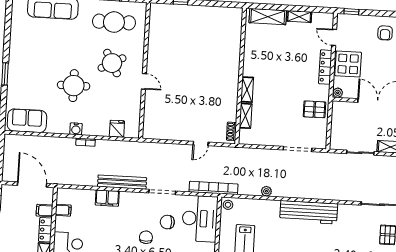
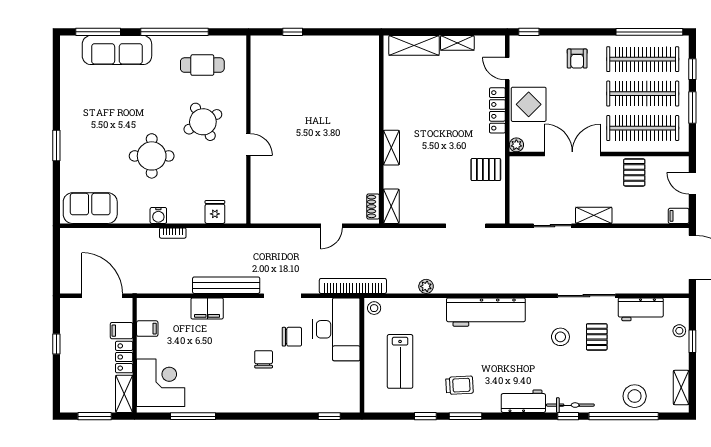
cafe table: (114, 22) -> (202, 65), width x0.73, depth x0.74
shelving: (246, 116) -> (391, 206), moved
chair: (167, 222) -> (292, 337), turned 180
stool: (361, 233) -> (560, 337), added

